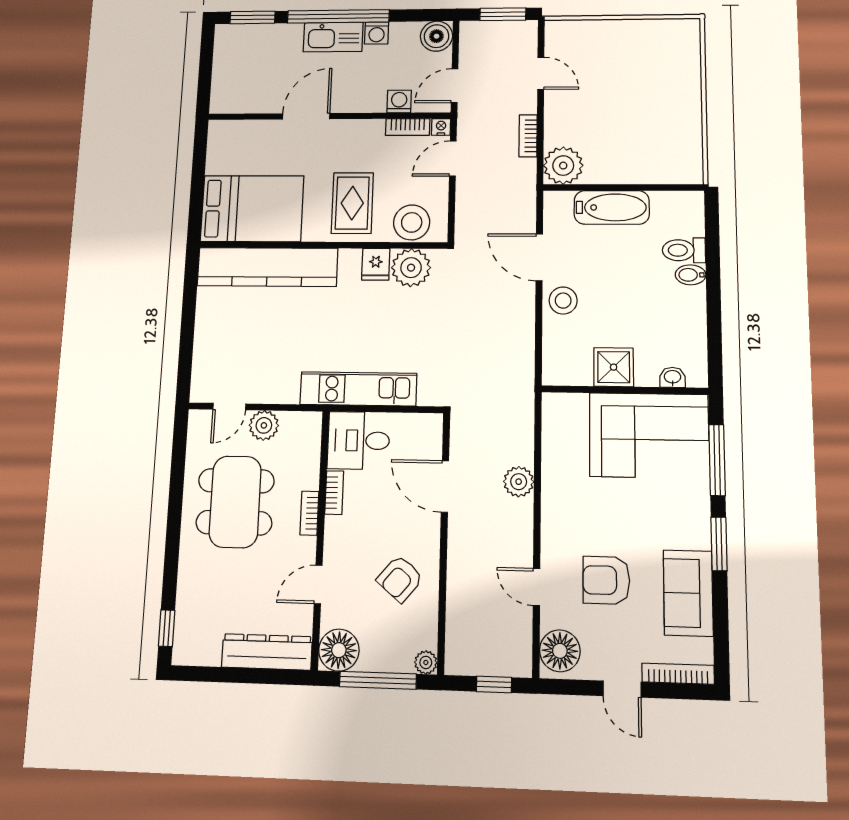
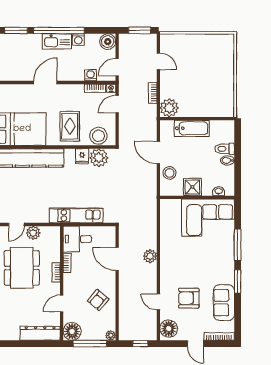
shower: (614, 367) -> (192, 187), moved
washbasin: (672, 377) -> (219, 191), moved
wall: (624, 390) -> (197, 197), moved
corner sofa: (649, 435) -> (208, 218), moved

